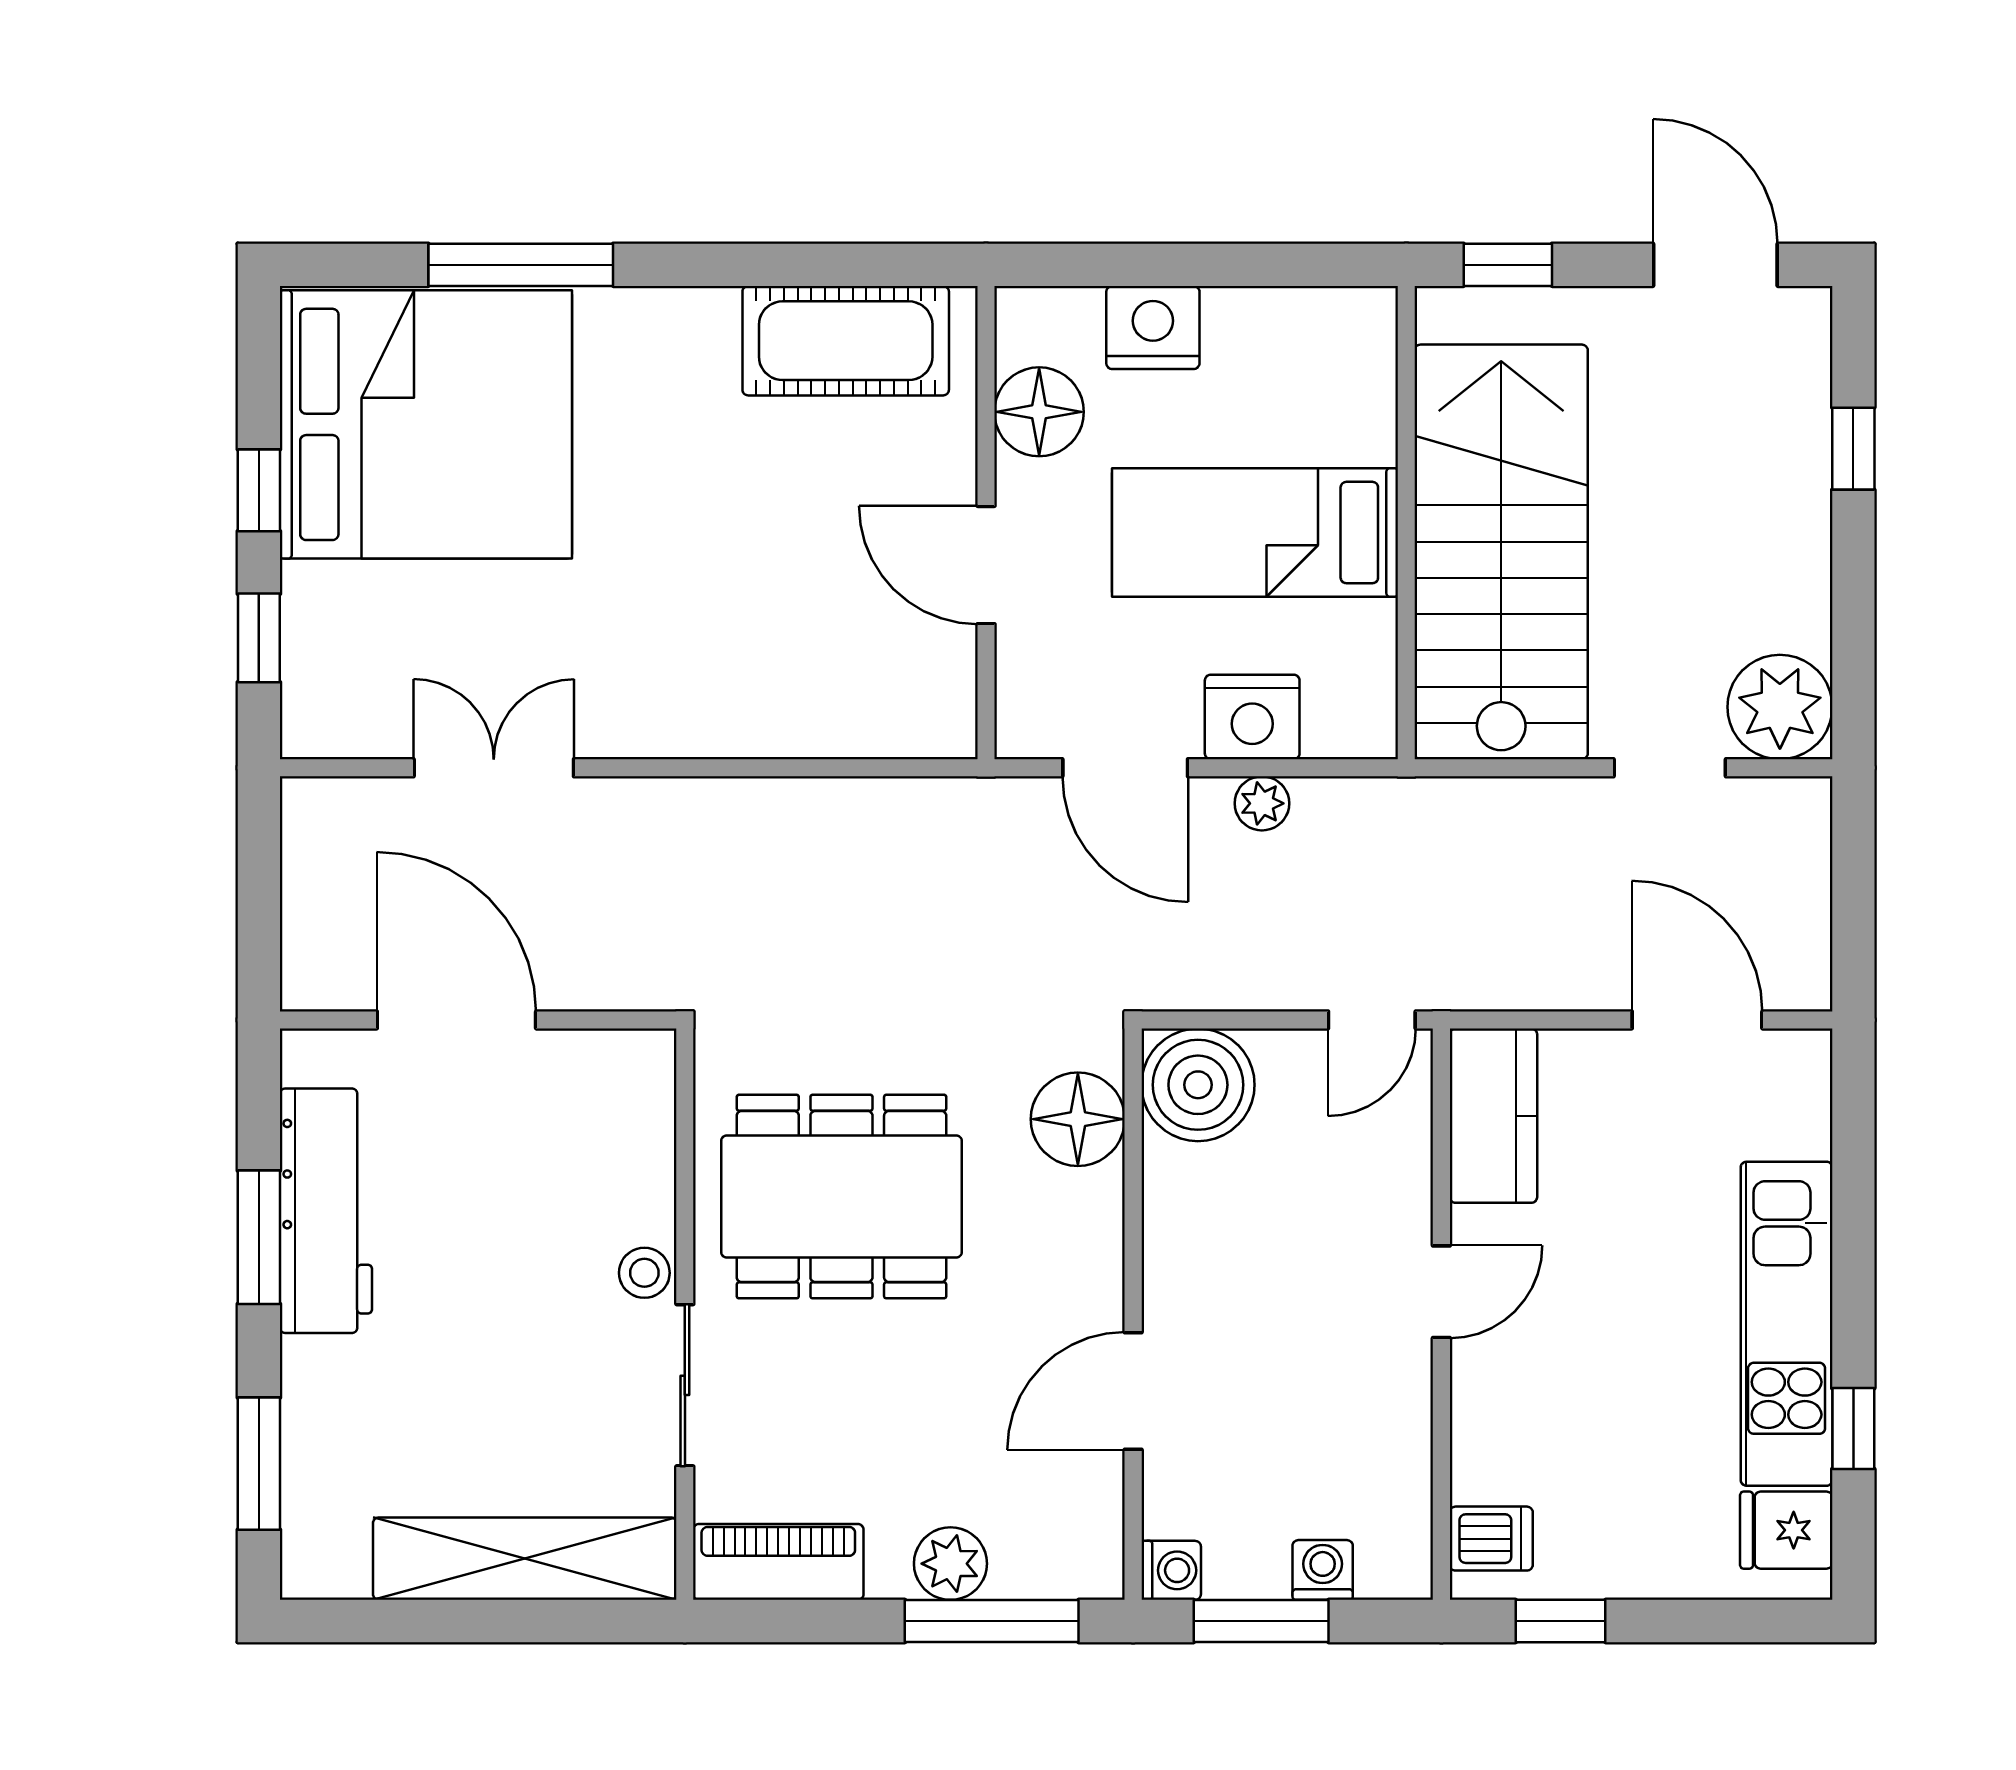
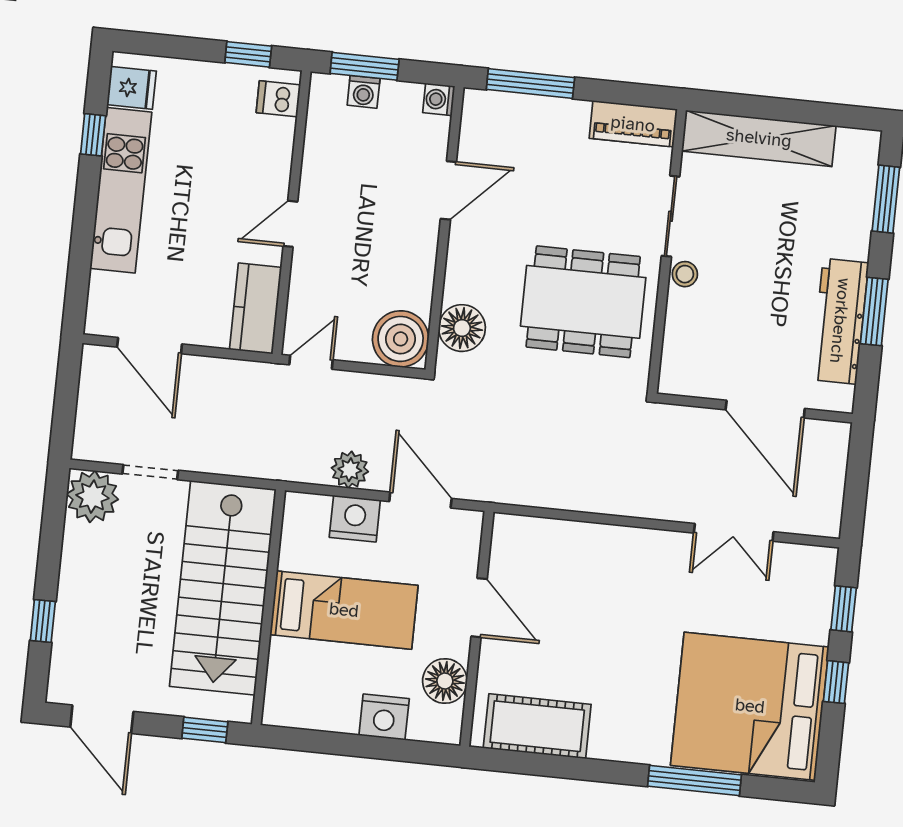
plant: (1262, 803) -> (350, 470), width x1.38, depth x1.38
plant: (950, 1564) -> (548, 114), removed
window: (1261, 1621) -> (365, 66), moved

